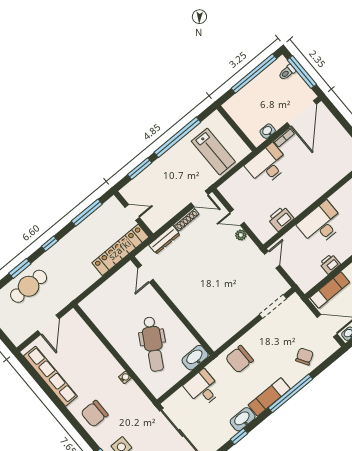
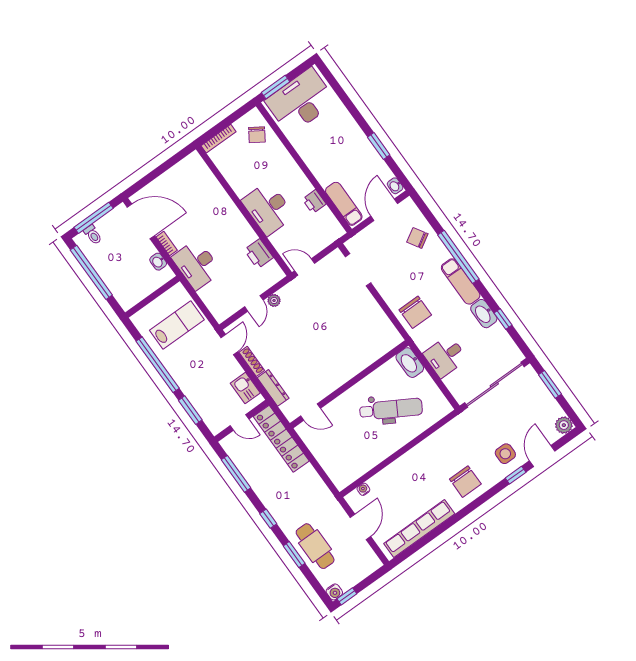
door: (132, 212) -> (239, 422), swing flipped
kitchen sink: (162, 215) -> (245, 388), added
door: (48, 325) -> (360, 527), hinge flipped
water cooler: (125, 377) -> (363, 489), moved

